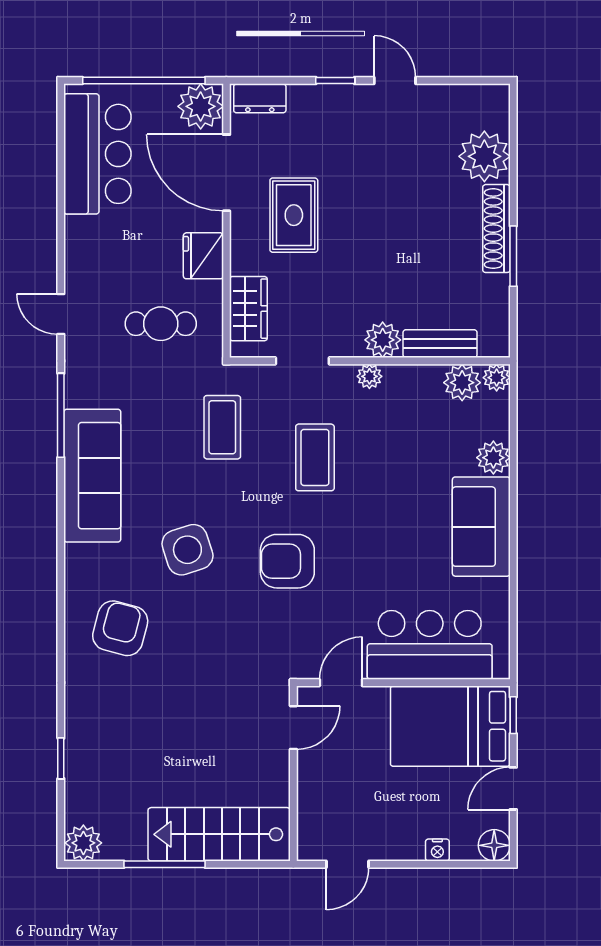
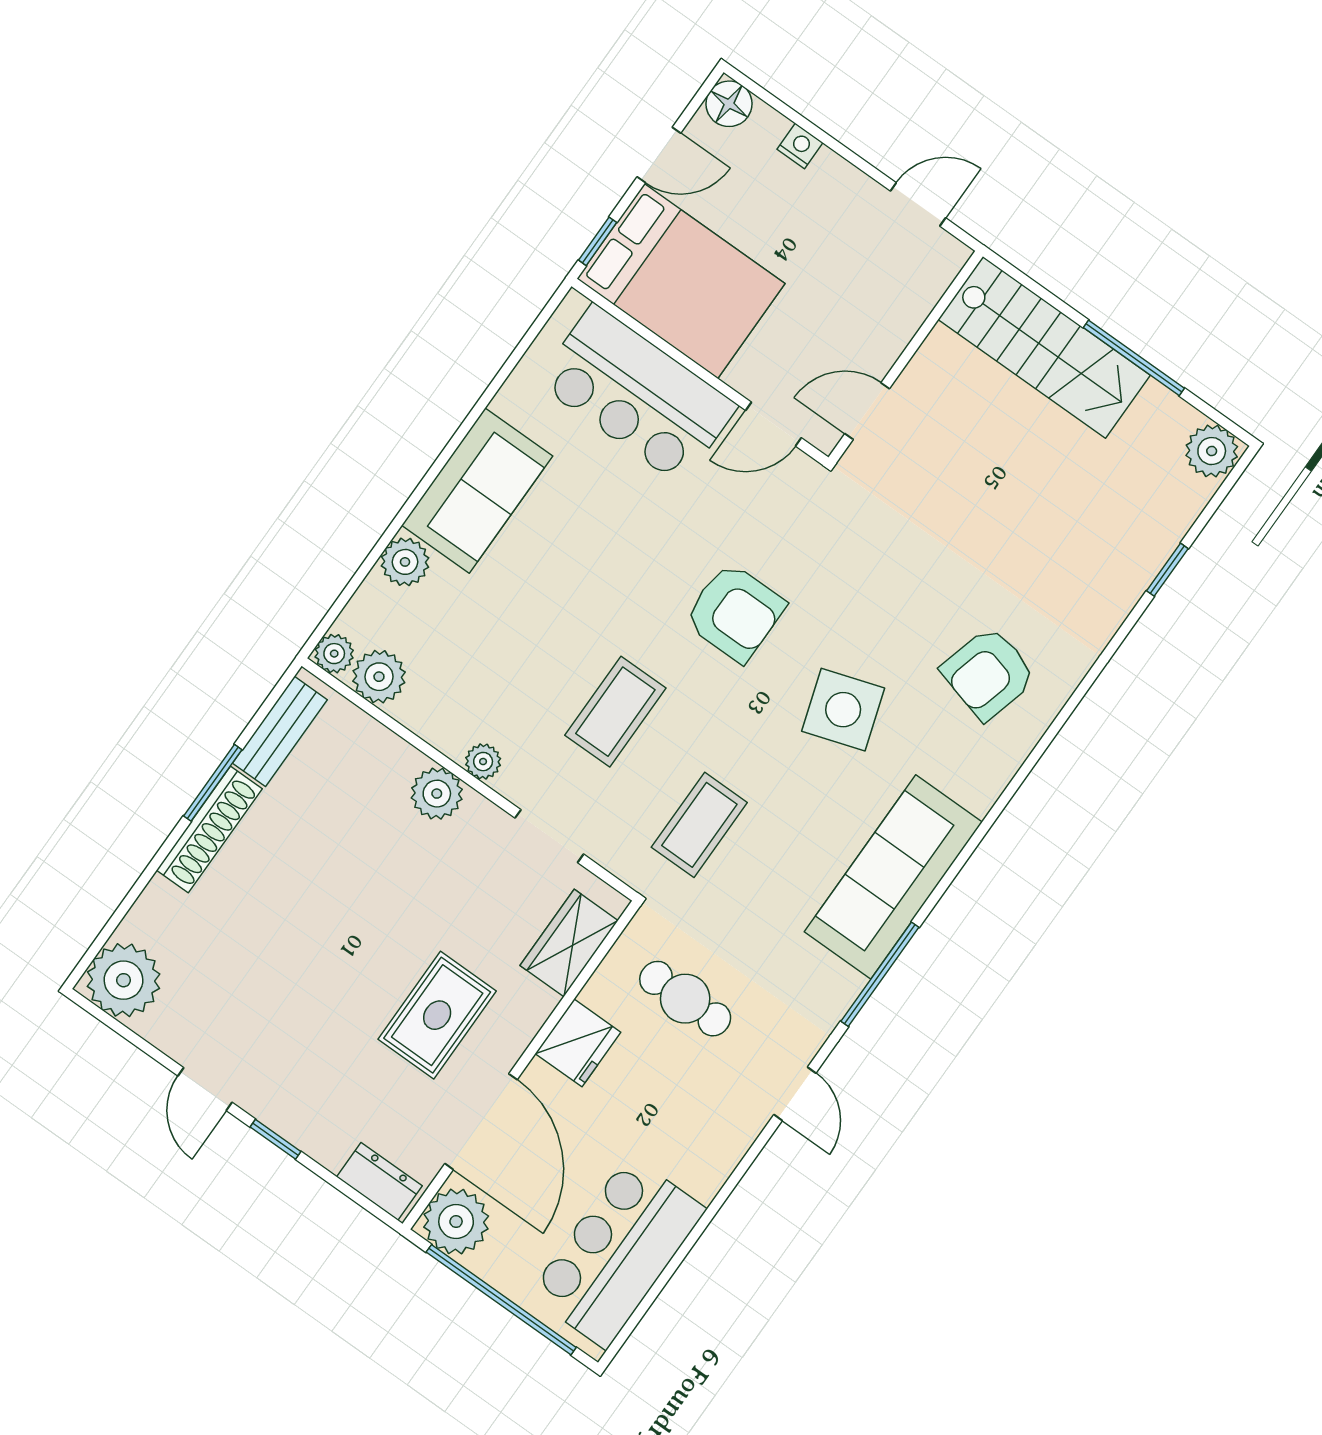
plant: (484, 156) -> (124, 980), moved
bench: (440, 344) -> (280, 731), moved, turned 90

